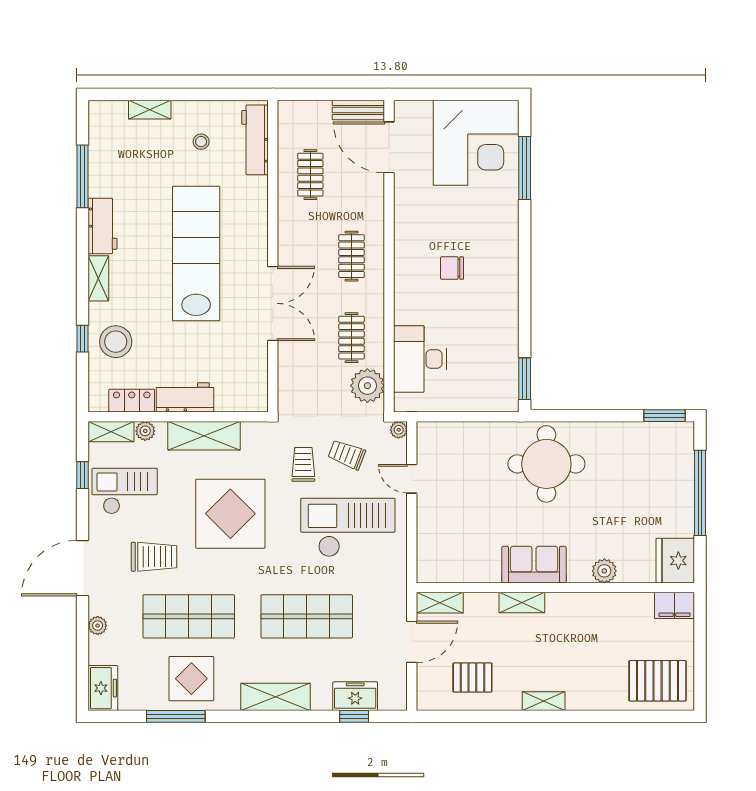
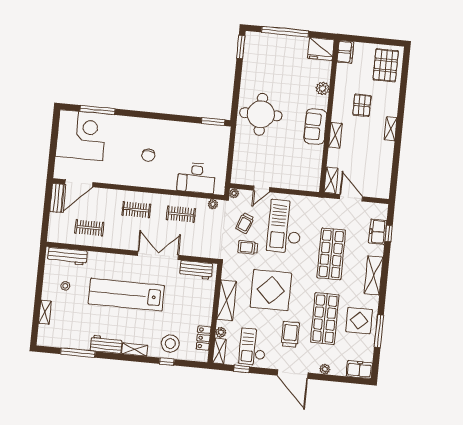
plant: (367, 386) -> (213, 204), width x0.53, depth x0.53
workbench: (185, 397) -> (196, 270), moved, turned -90
pallet: (472, 677) -> (362, 105), moved

